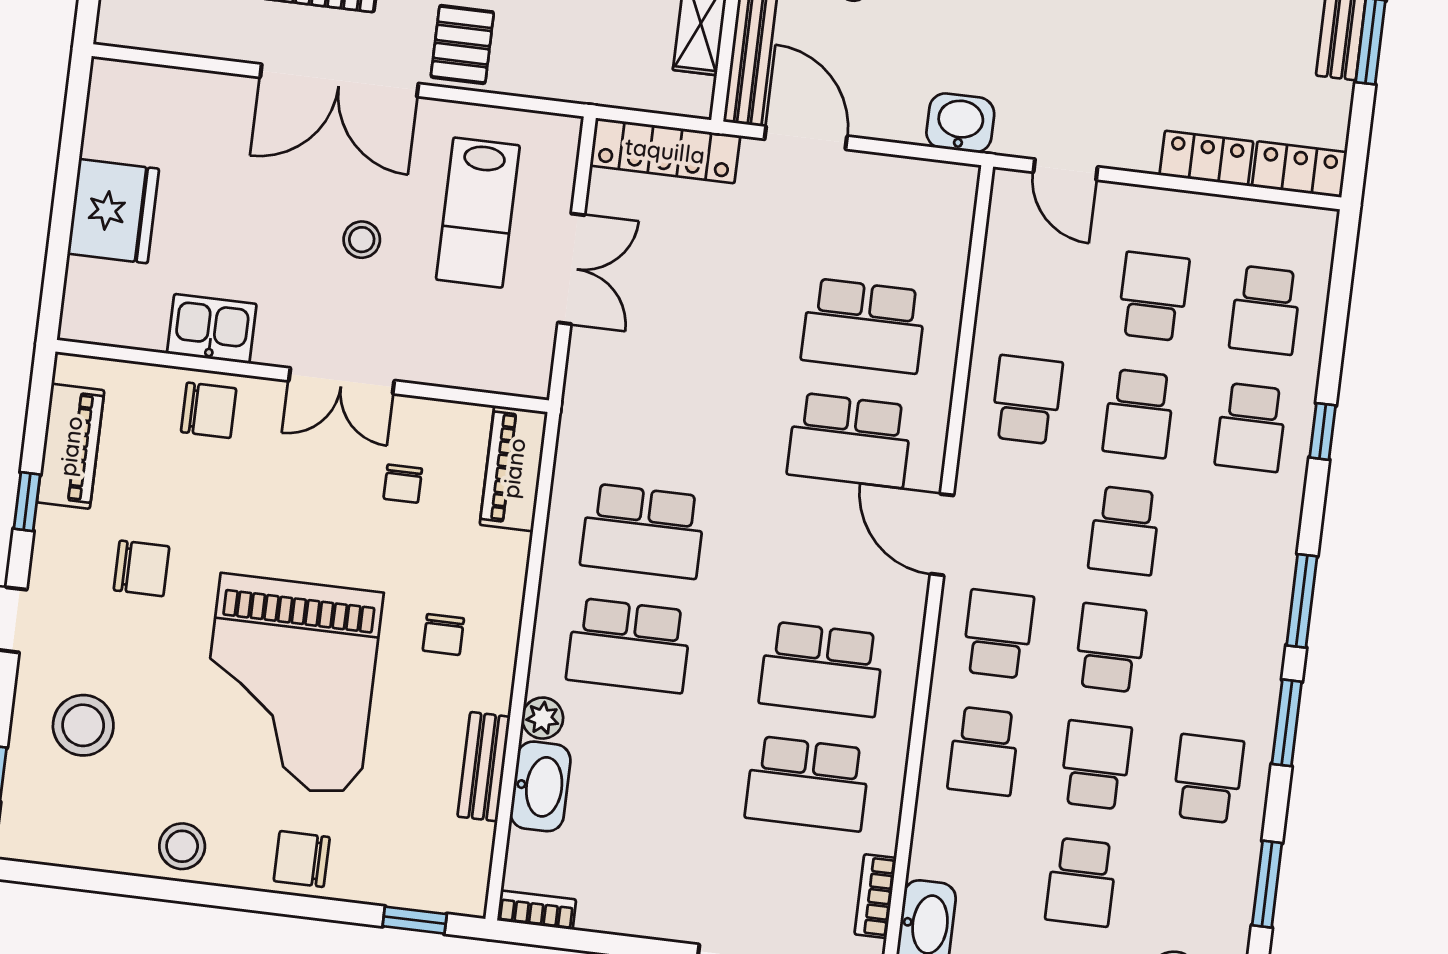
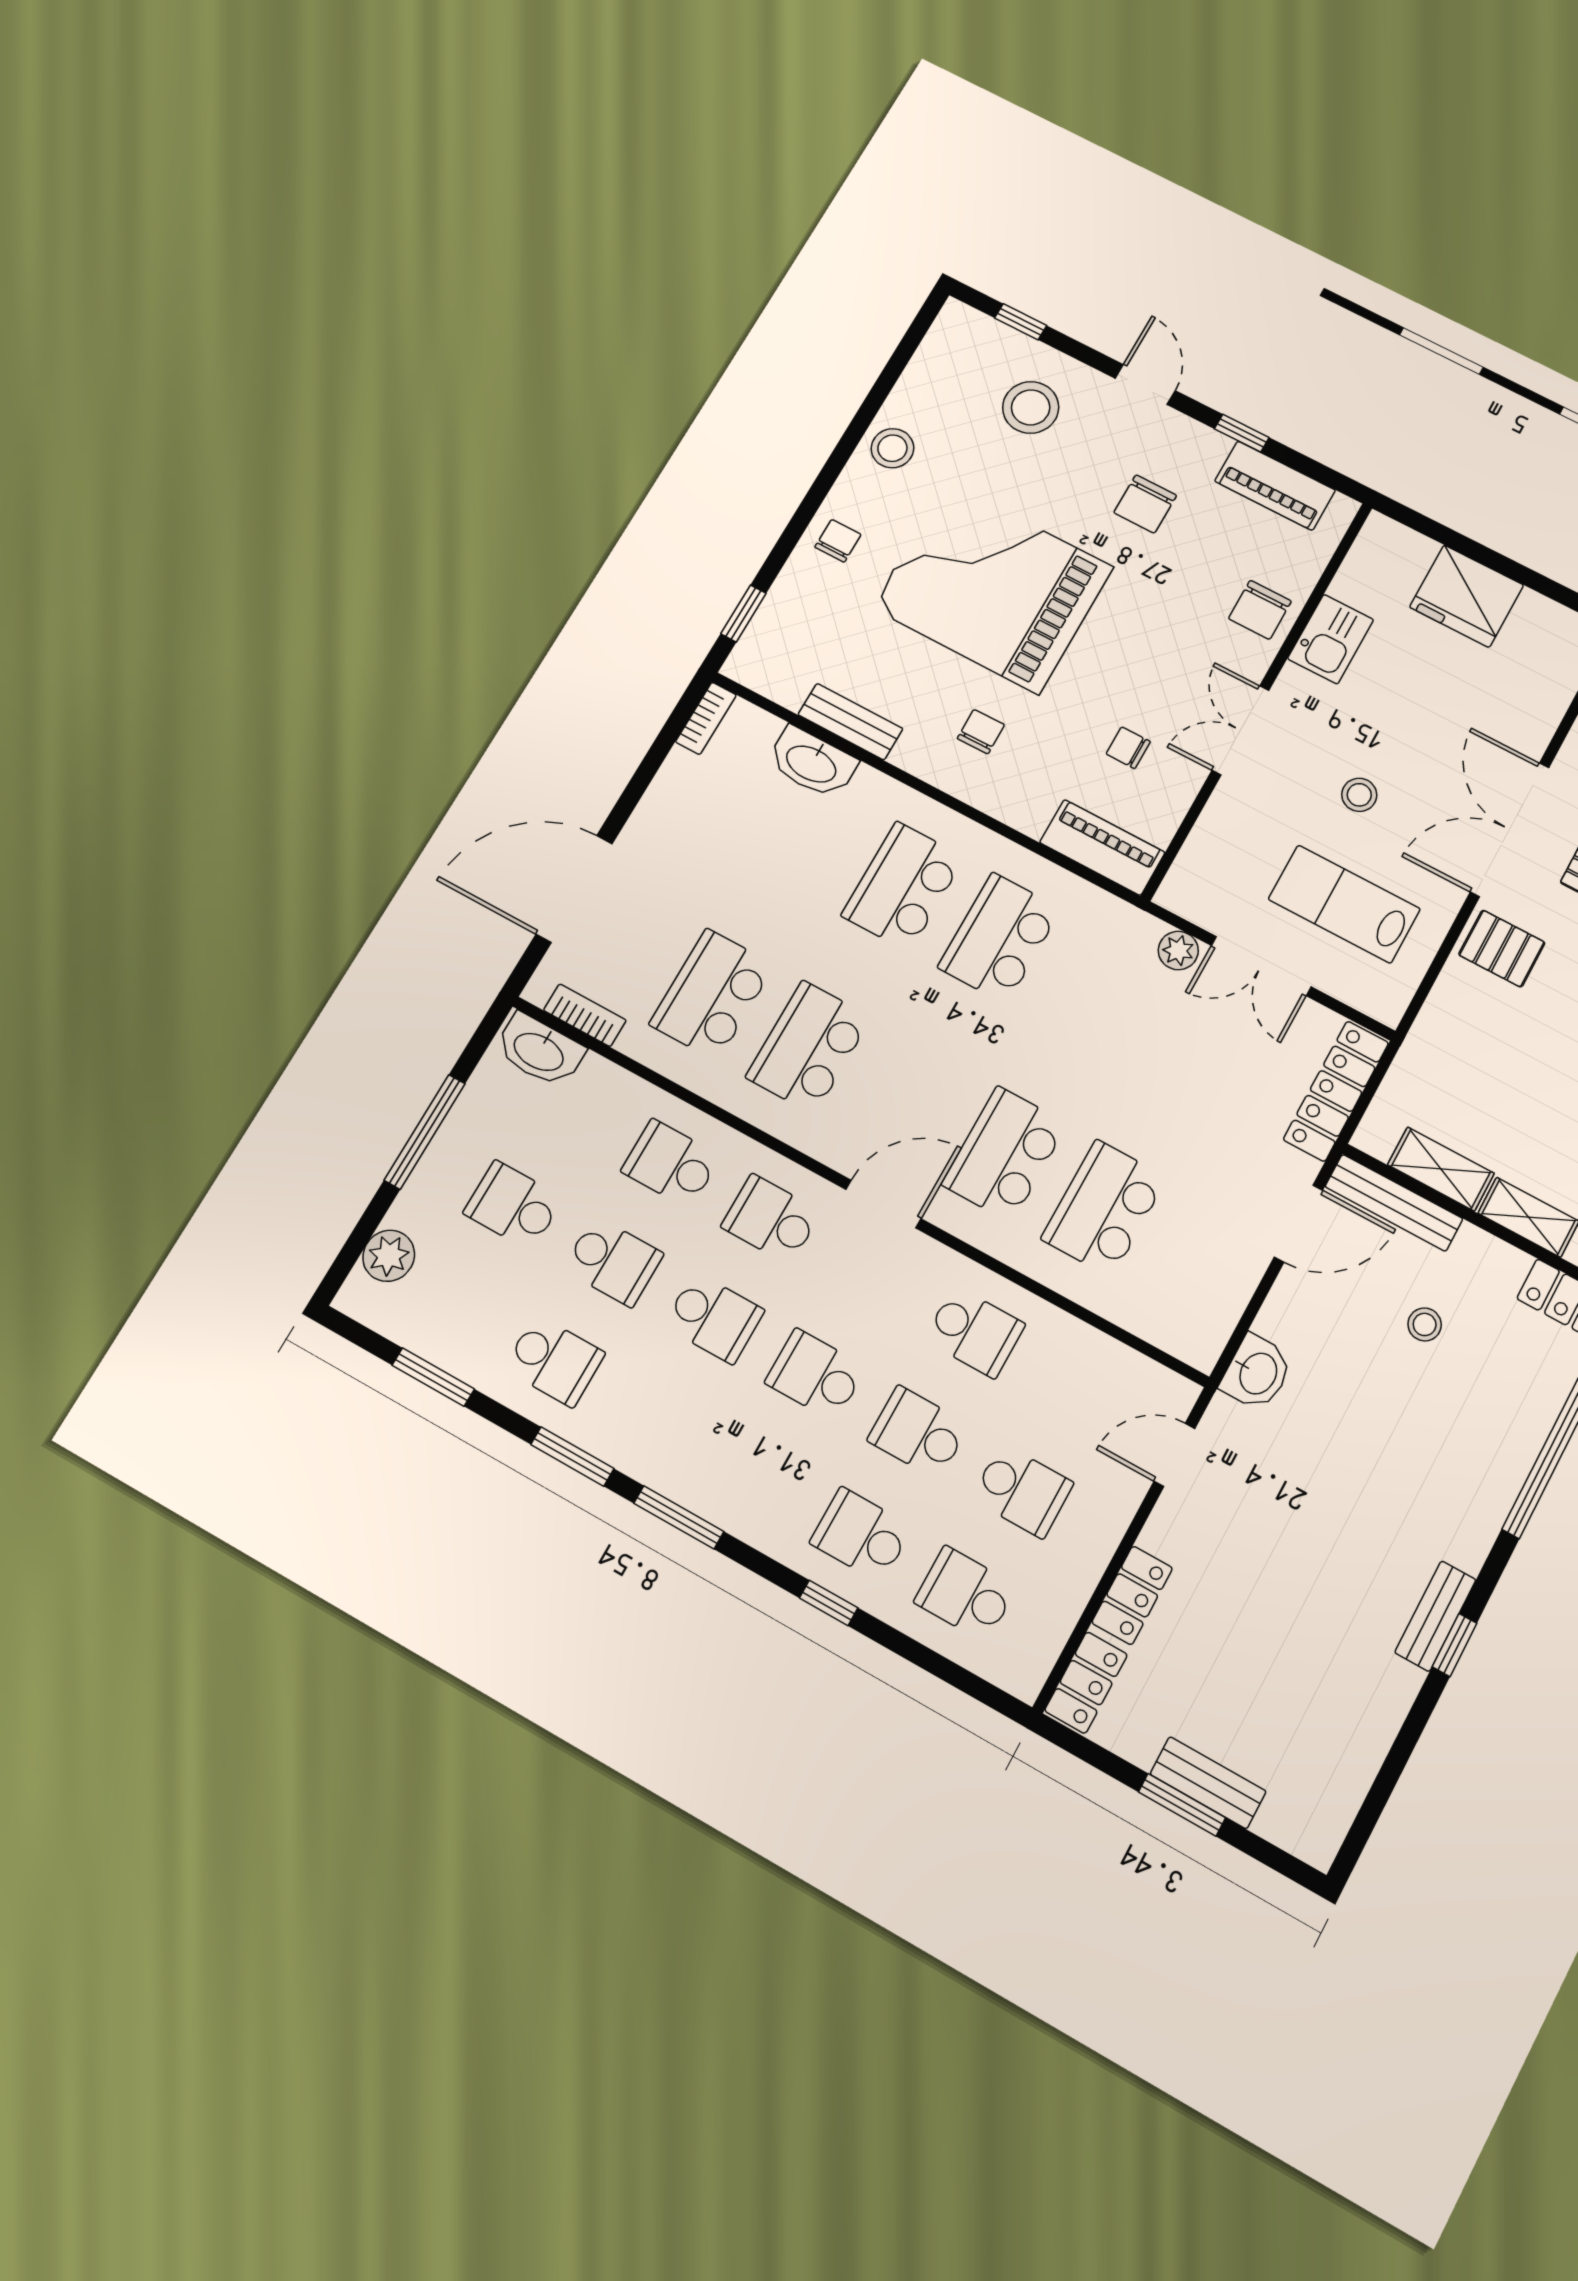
school desk: (998, 634) -> (771, 1219), turned 180
chair: (443, 635) -> (981, 732), turned 89
plant: (543, 718) -> (1178, 951), moved
chair: (302, 859) -> (838, 541), width x0.73, depth x0.73

